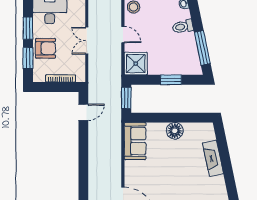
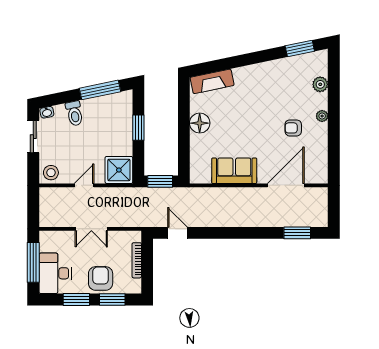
sofa: (135, 141) -> (234, 171), moved
fireplace: (213, 158) -> (212, 81), moved

